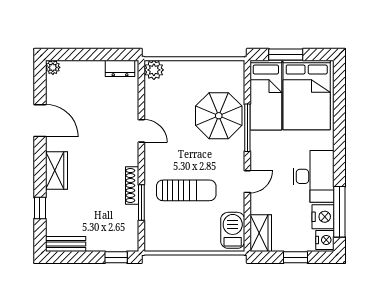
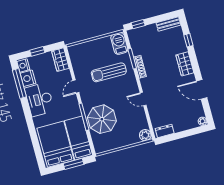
barbecue: (233, 230) -> (119, 43), moved, turned 180

